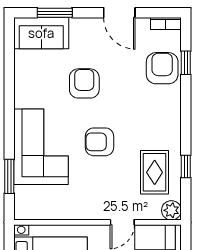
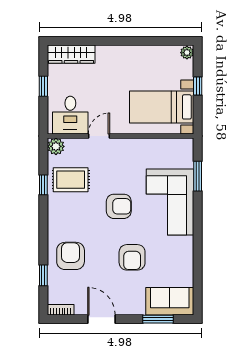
armchair: (162, 68) -> (71, 256), moved, turned 180
rug: (155, 172) -> (71, 180), turned 90

